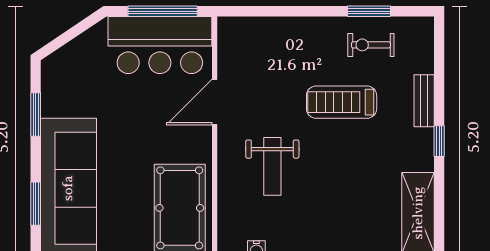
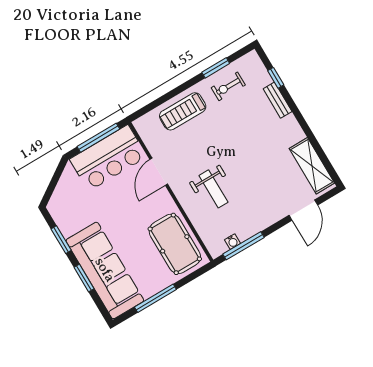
treadmill: (342, 102) -> (183, 111), moved
window: (439, 141) -> (276, 78), moved
window: (36, 204) -> (84, 278), moved

